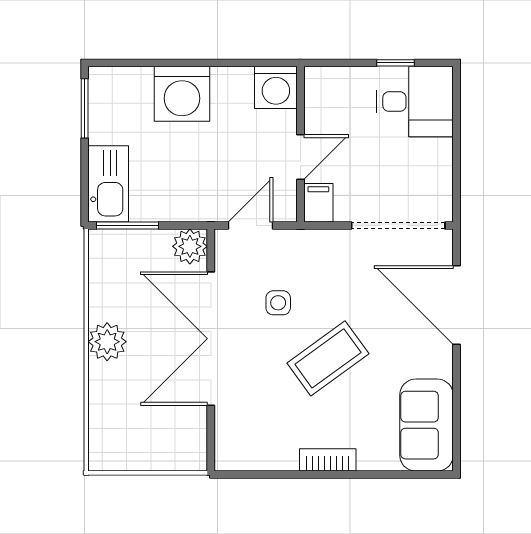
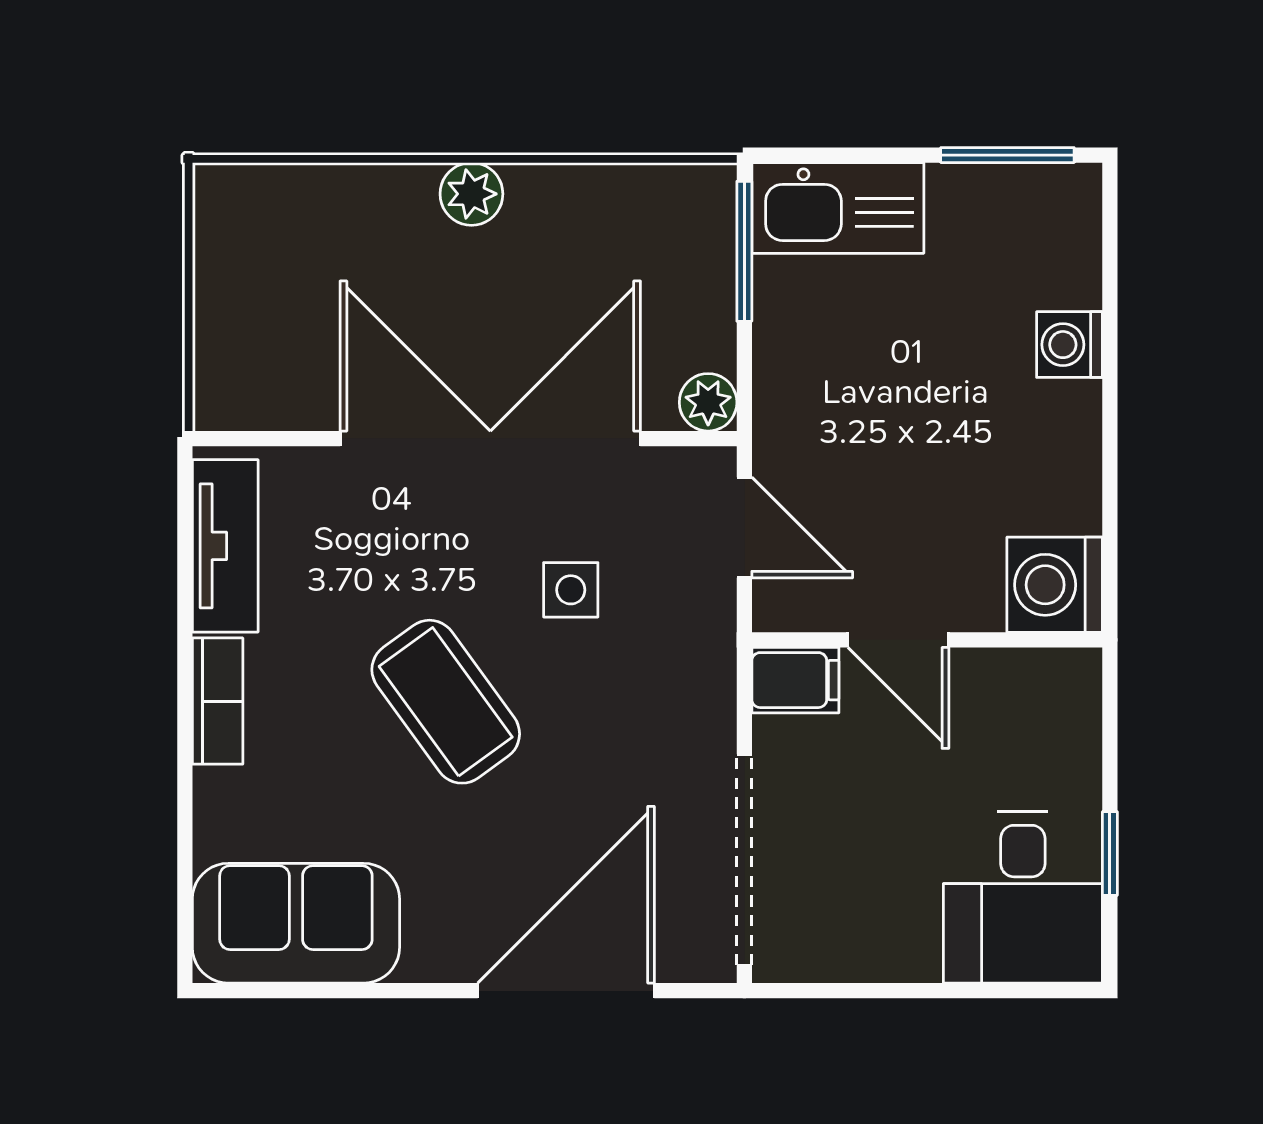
washing machine: (182, 94) -> (1069, 345), width x0.53, depth x0.53
plant: (190, 246) -> (708, 402), width x0.73, depth x0.73
plant: (107, 342) -> (471, 194), width x0.73, depth x0.73
tv unit: (259, 457) -> (225, 546), added

